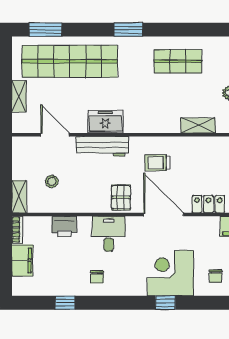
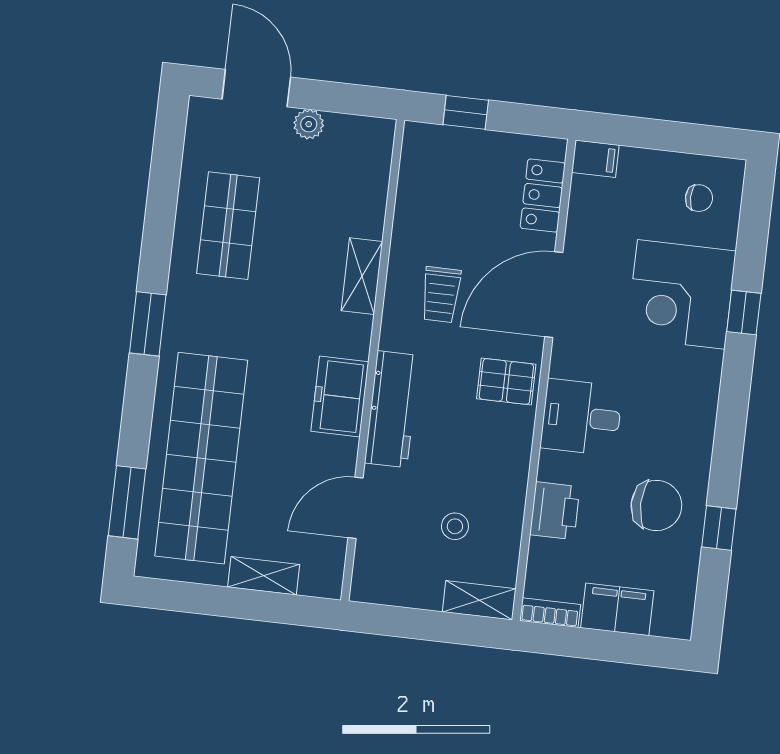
shelving: (198, 125) -> (362, 276), moved
chair: (97, 277) -> (656, 505), moved, width x1.87, depth x1.87

